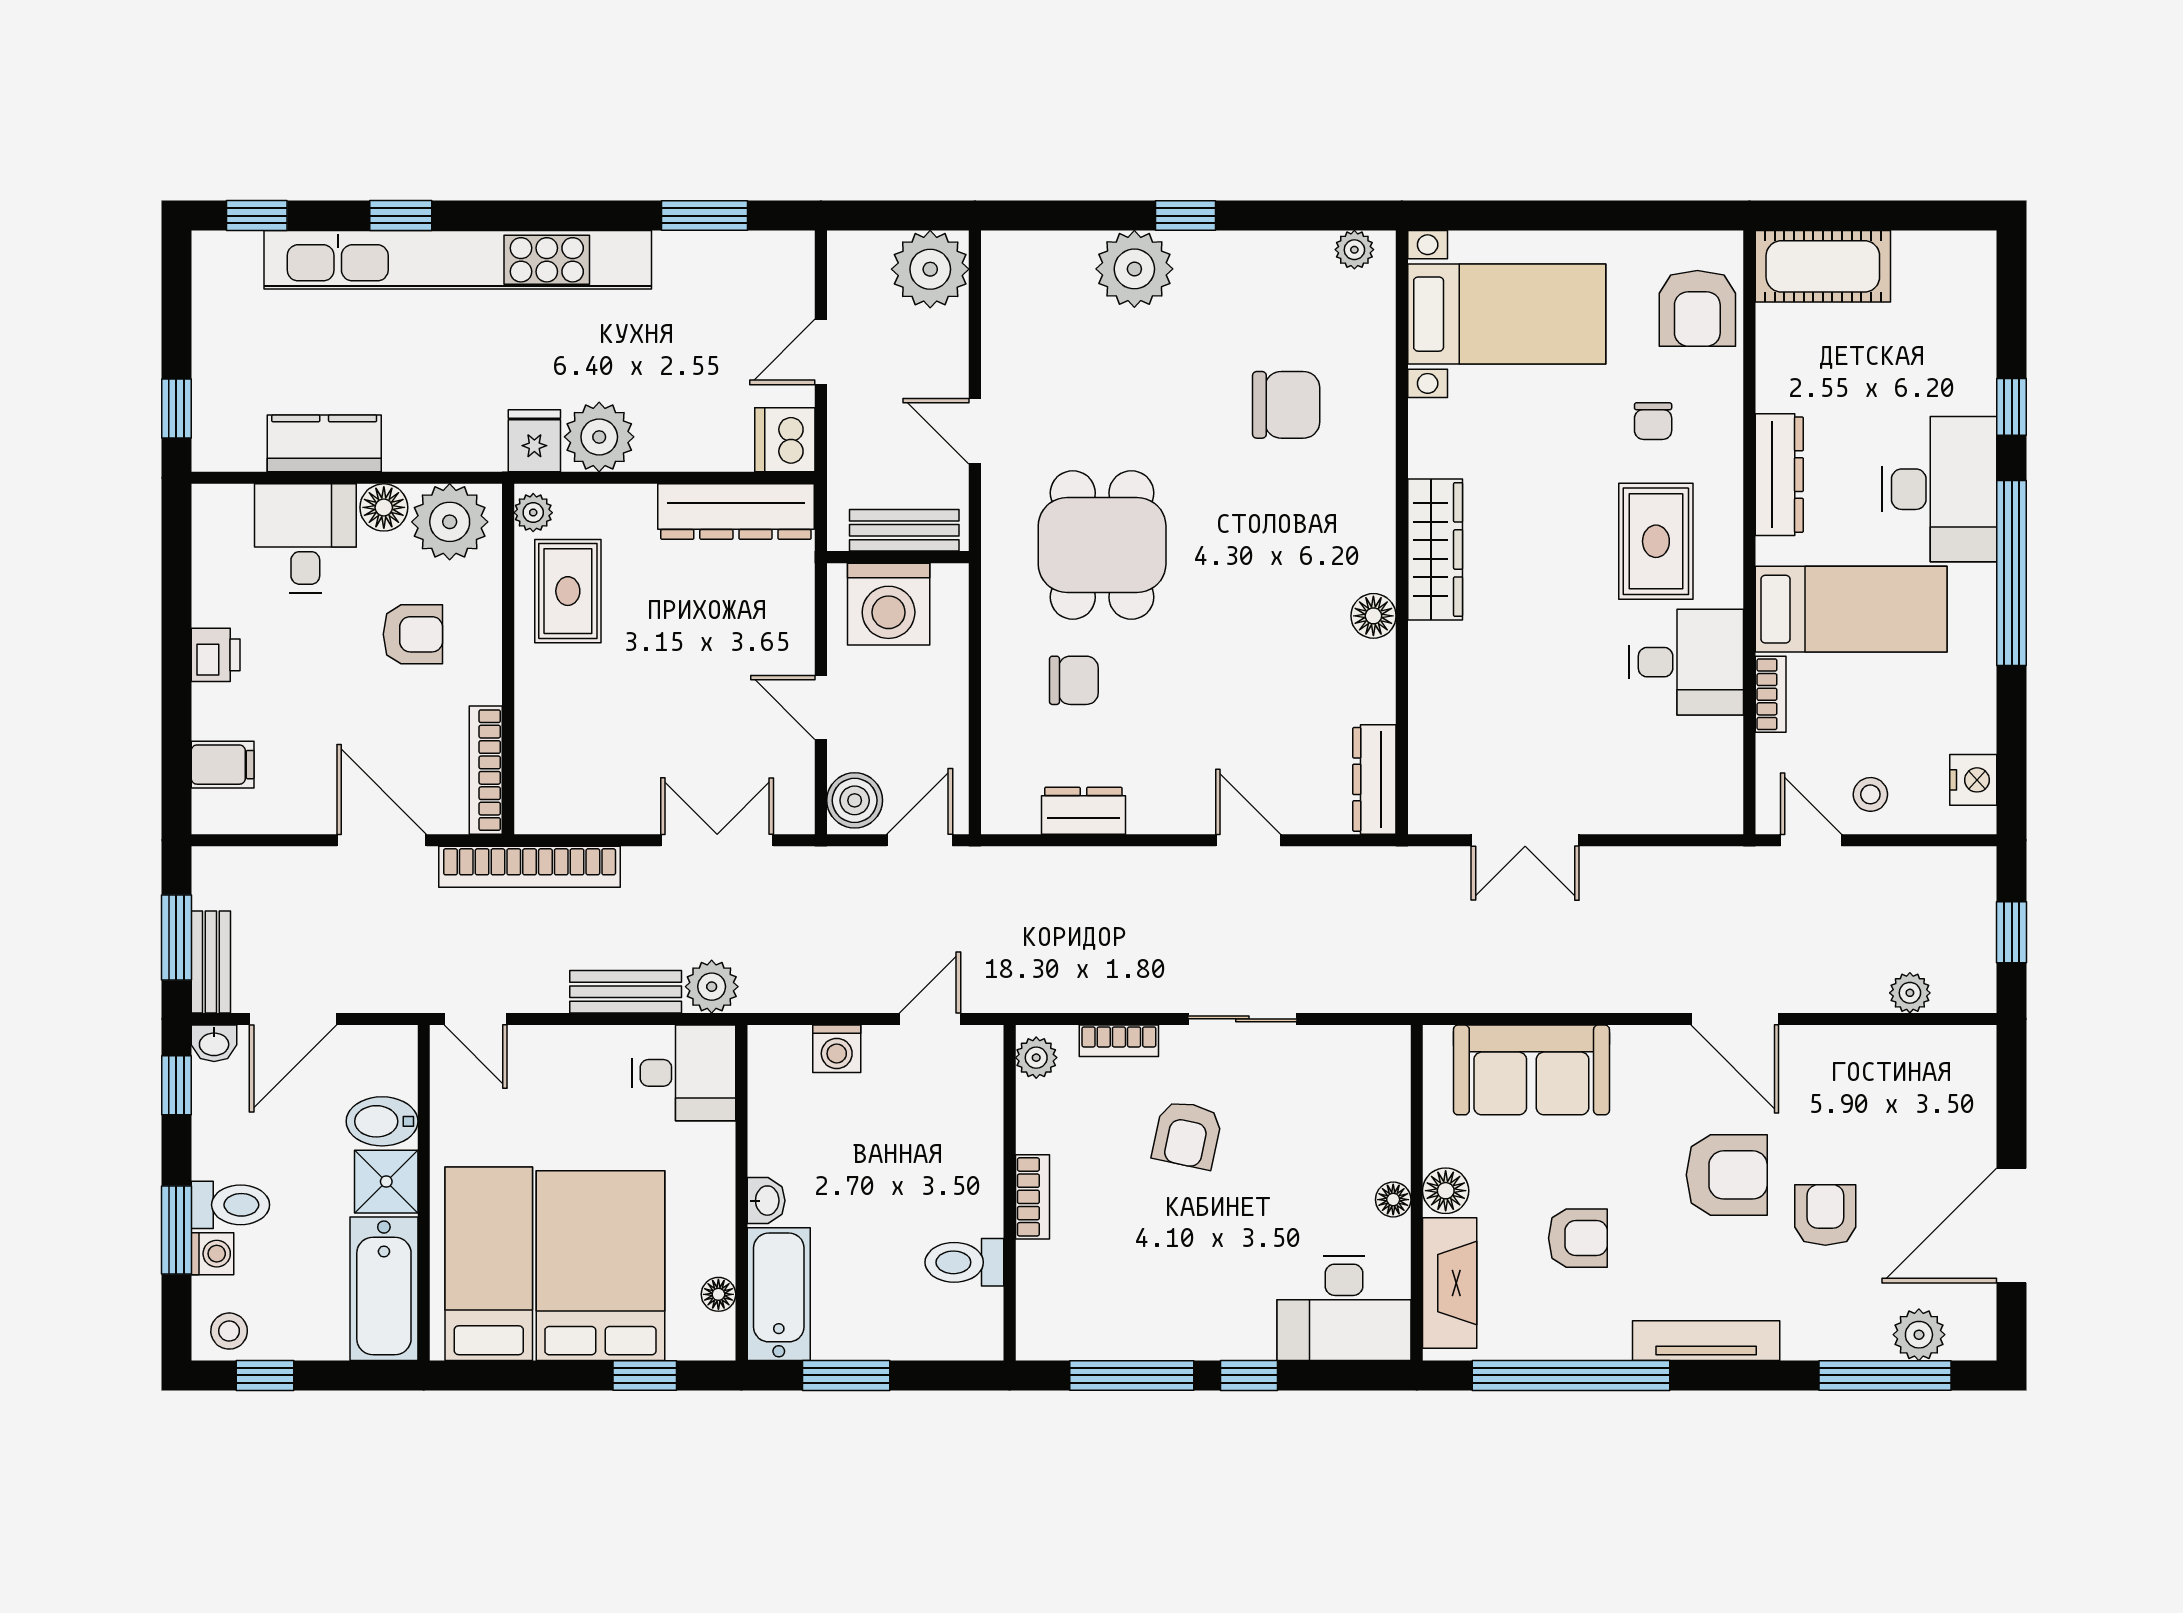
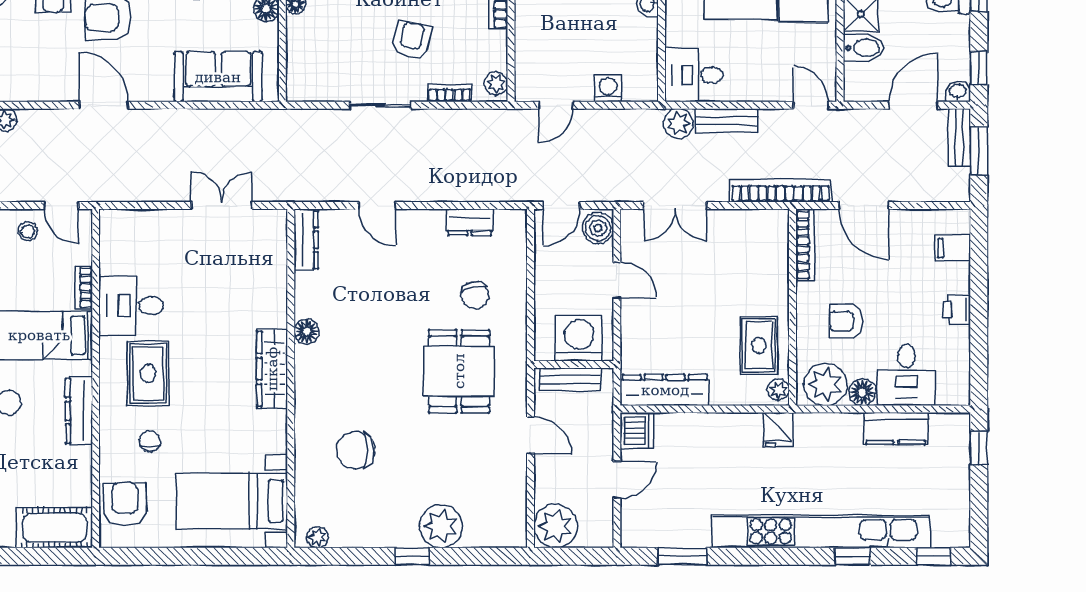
plant: (599, 437) -> (741, 432), removed
chair: (1074, 680) -> (475, 295), turned -104

